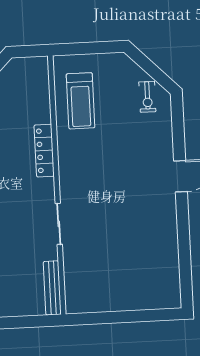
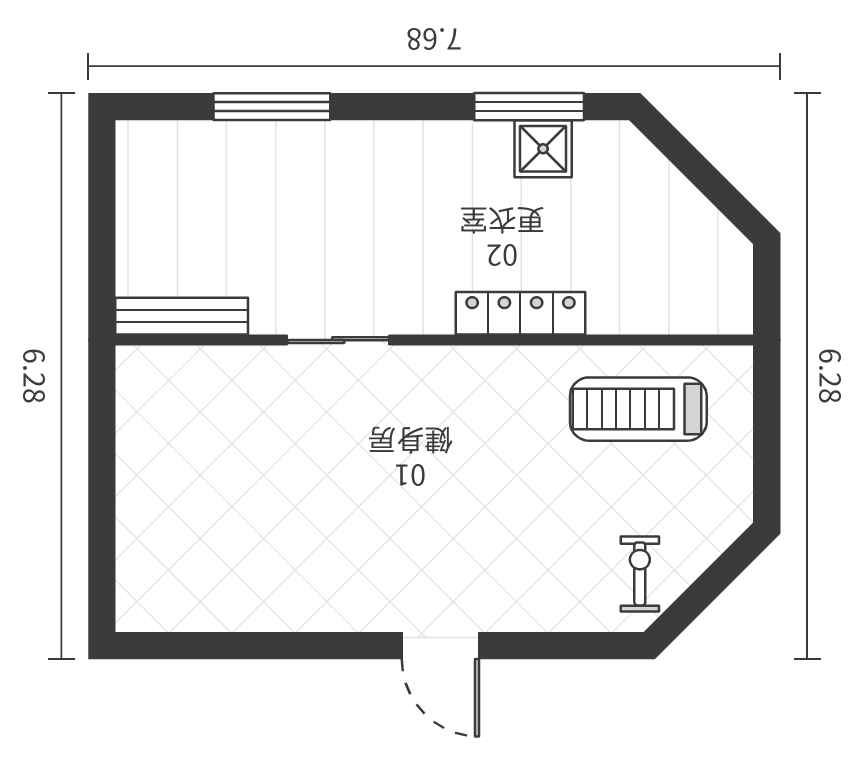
exercise bike: (147, 97) -> (640, 574), turned 90

